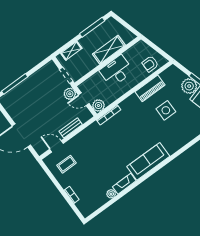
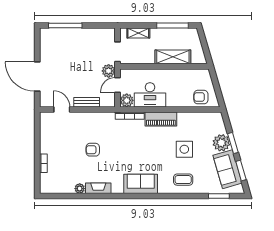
desk: (116, 71) -> (150, 95), moved, turned 180
piano: (150, 88) -> (161, 119), moved
door: (84, 99) -> (118, 85), hinge flipped
armchair: (100, 159) -> (93, 150), added
sofa: (148, 161) -> (141, 184), width x0.73
coffee table: (67, 164) -> (183, 180), moved

